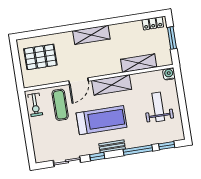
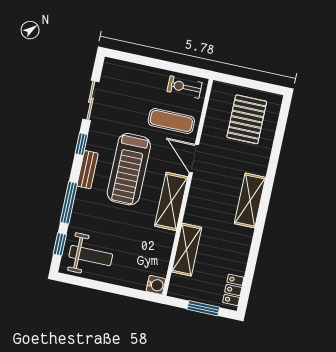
weight bench: (158, 107) -> (91, 256), moved

